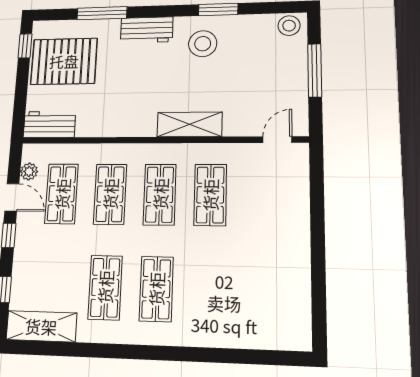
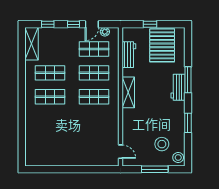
window: (102, 13) -> (188, 80), moved
stool: (203, 44) -> (162, 144), moved
window: (25, 46) -> (150, 24), moved
workbench: (49, 124) -> (129, 55), moved
shelving: (190, 124) -> (128, 92), moved
shop shelf: (210, 195) -> (94, 121), removed

